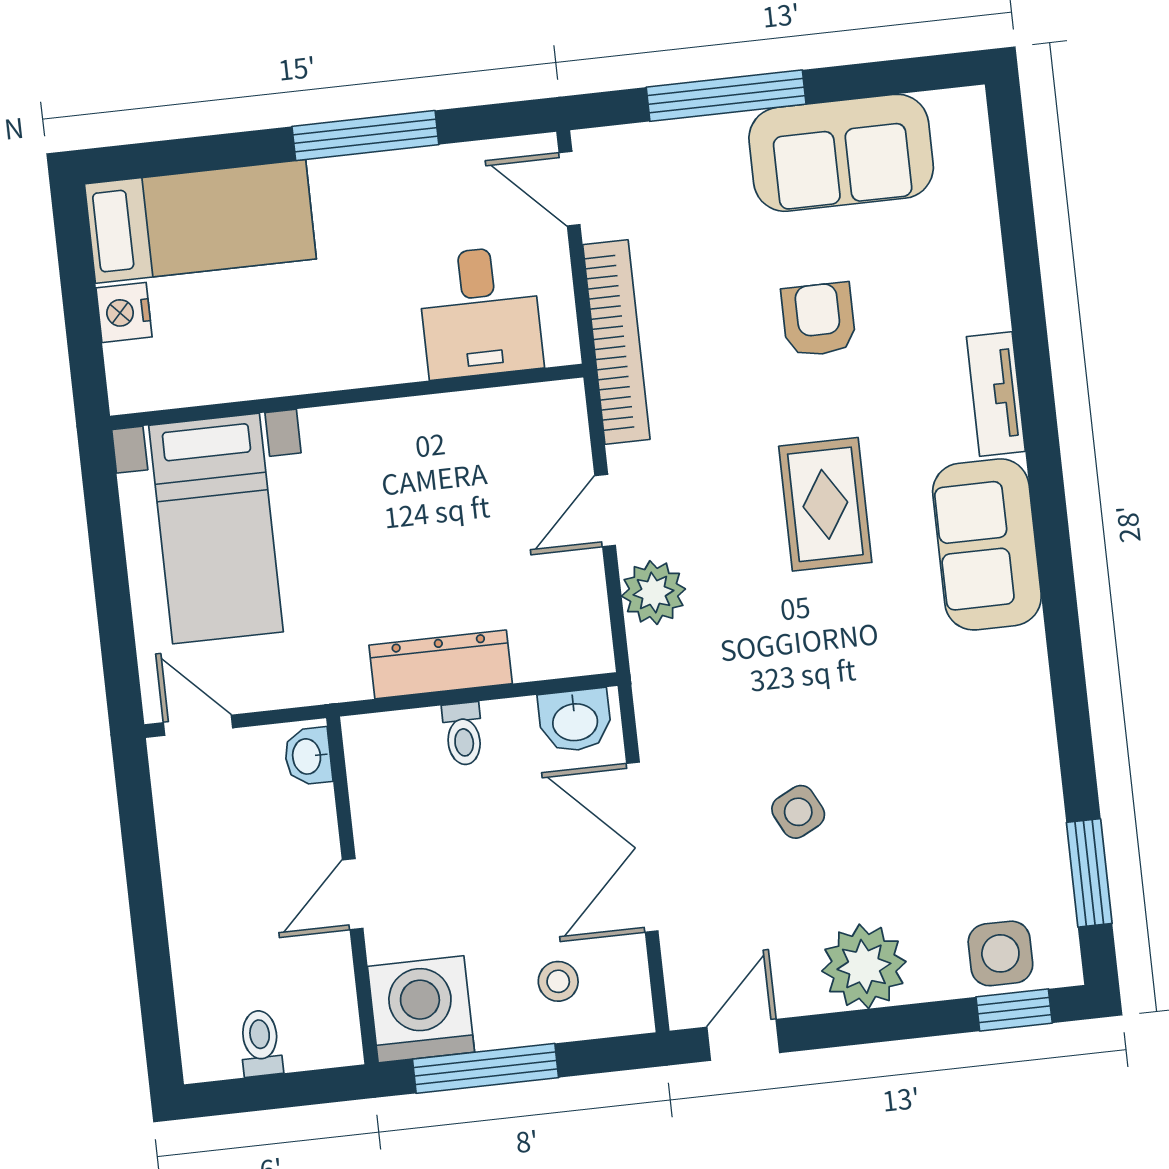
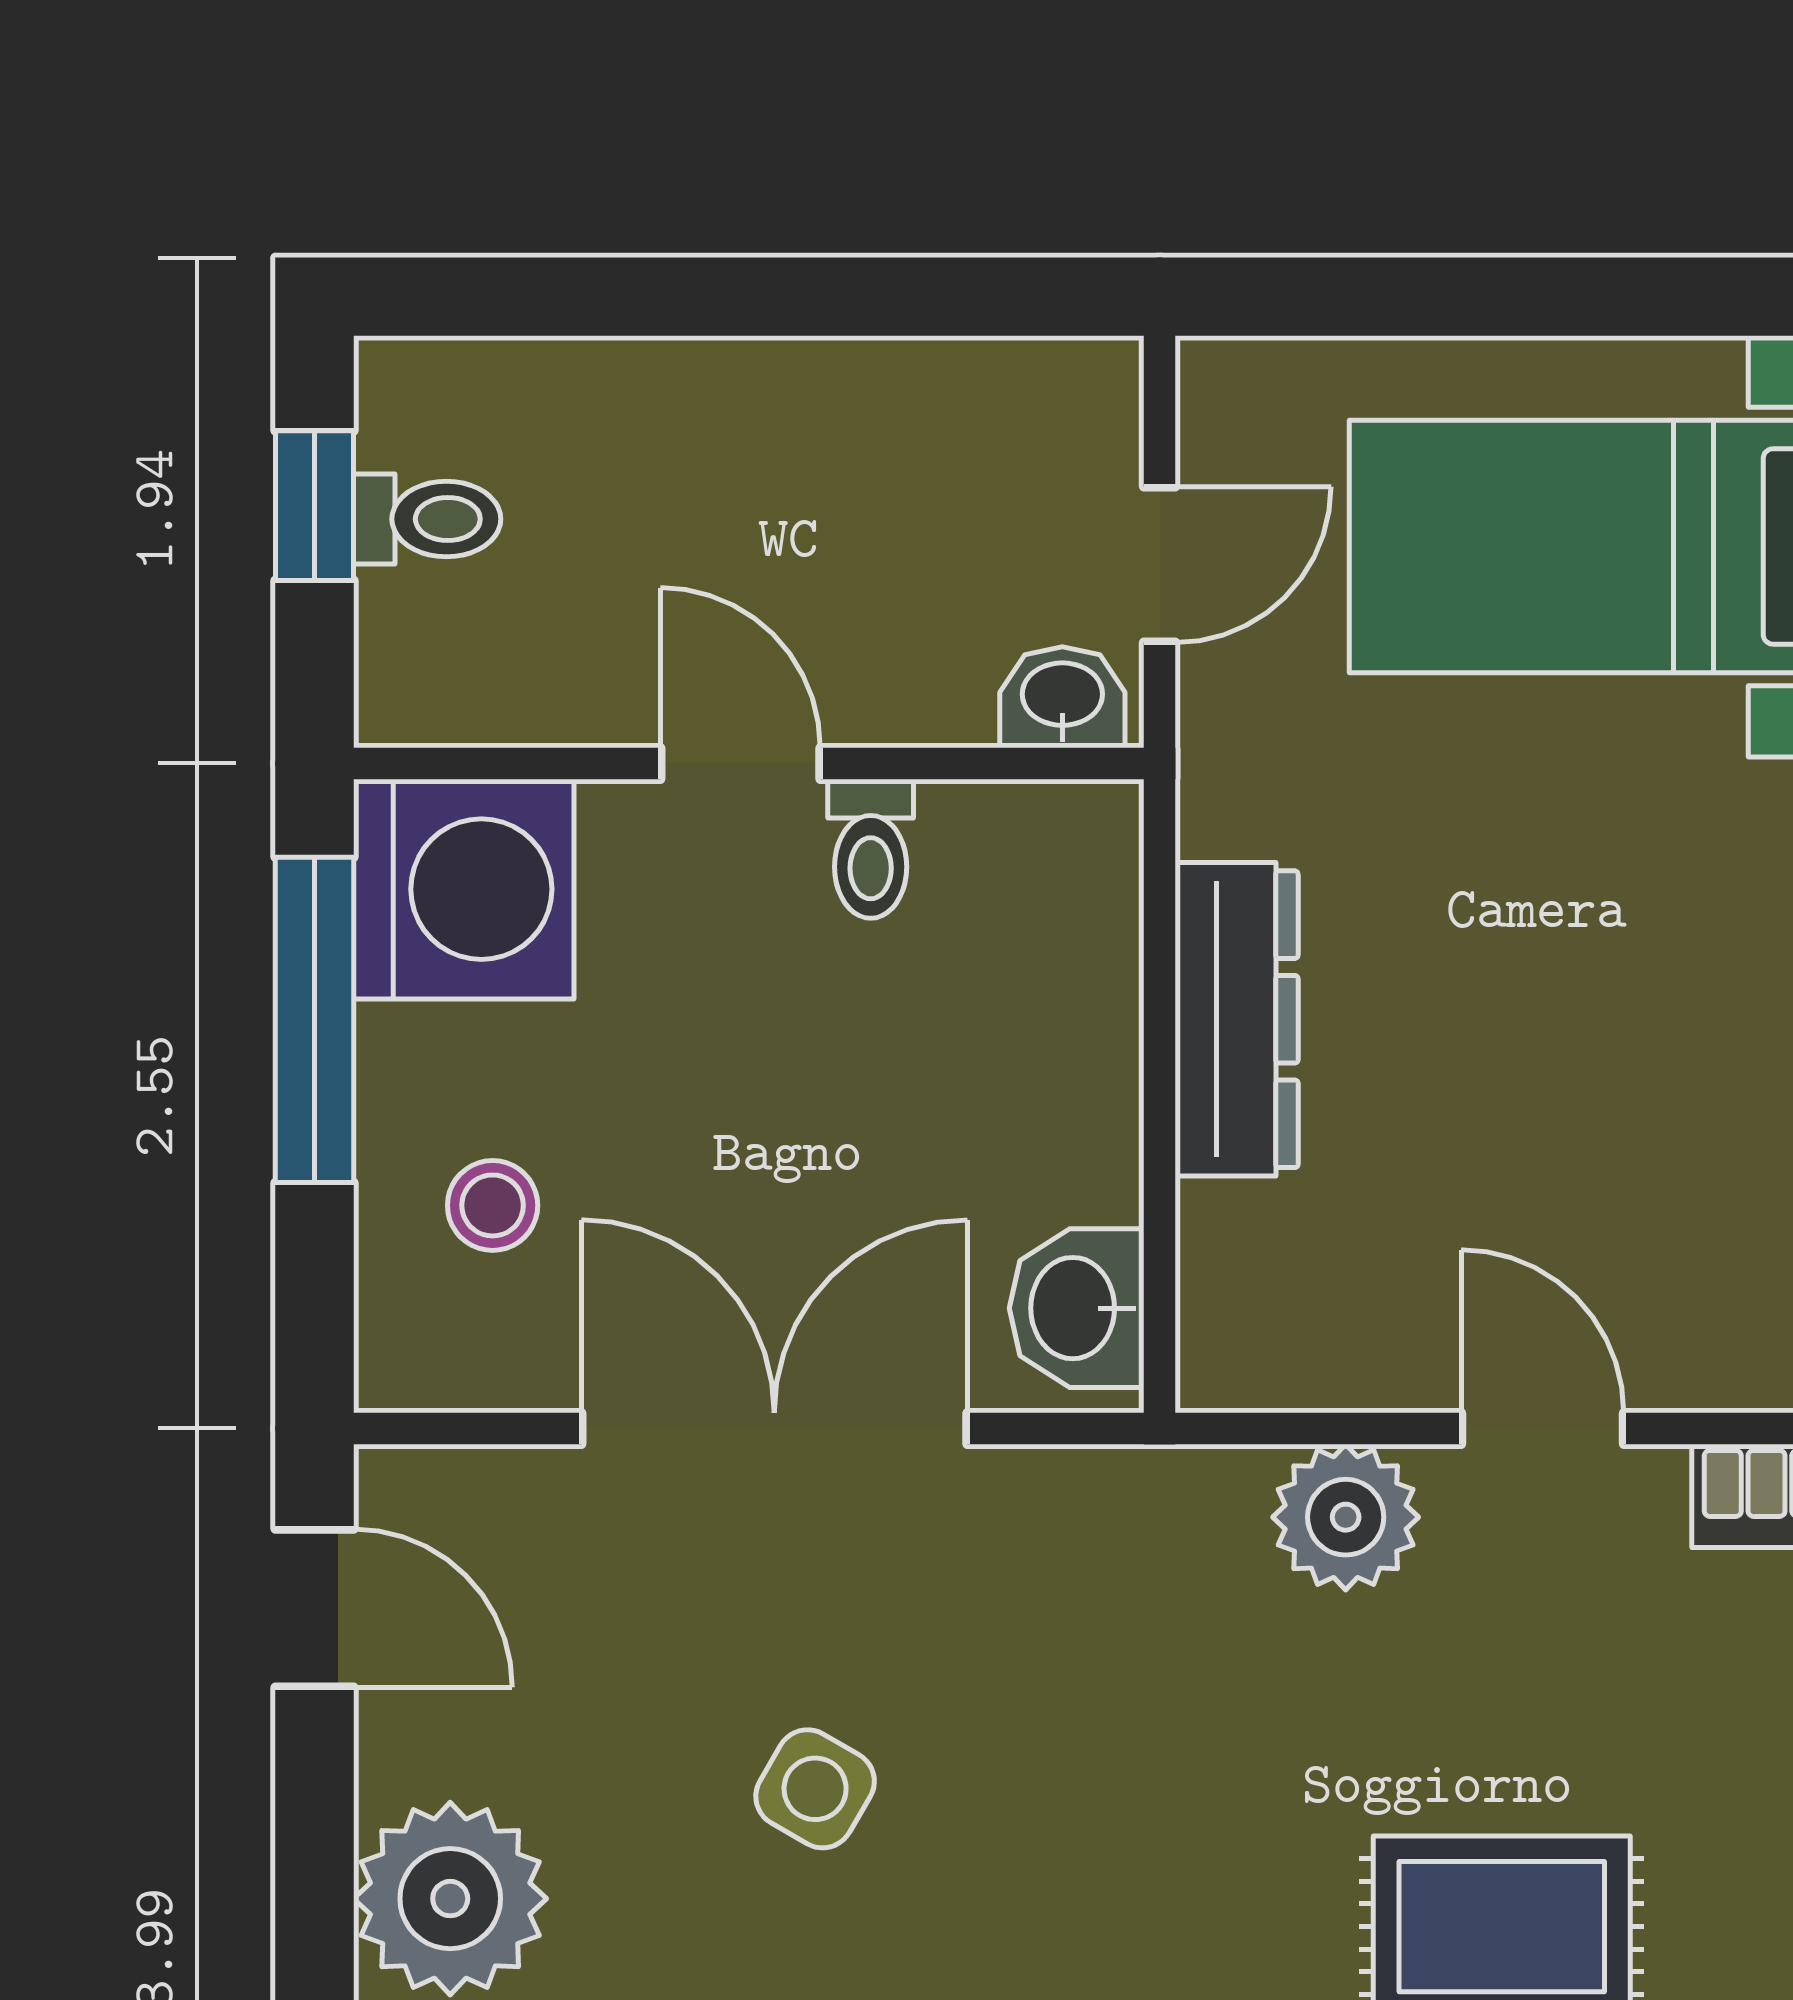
door: (198, 725) -> (1160, 565), moved
toilet: (463, 734) -> (871, 849), moved, turned -90
side table: (798, 812) -> (815, 1789), turned -33
window: (260, 1093) -> (315, 506), added

